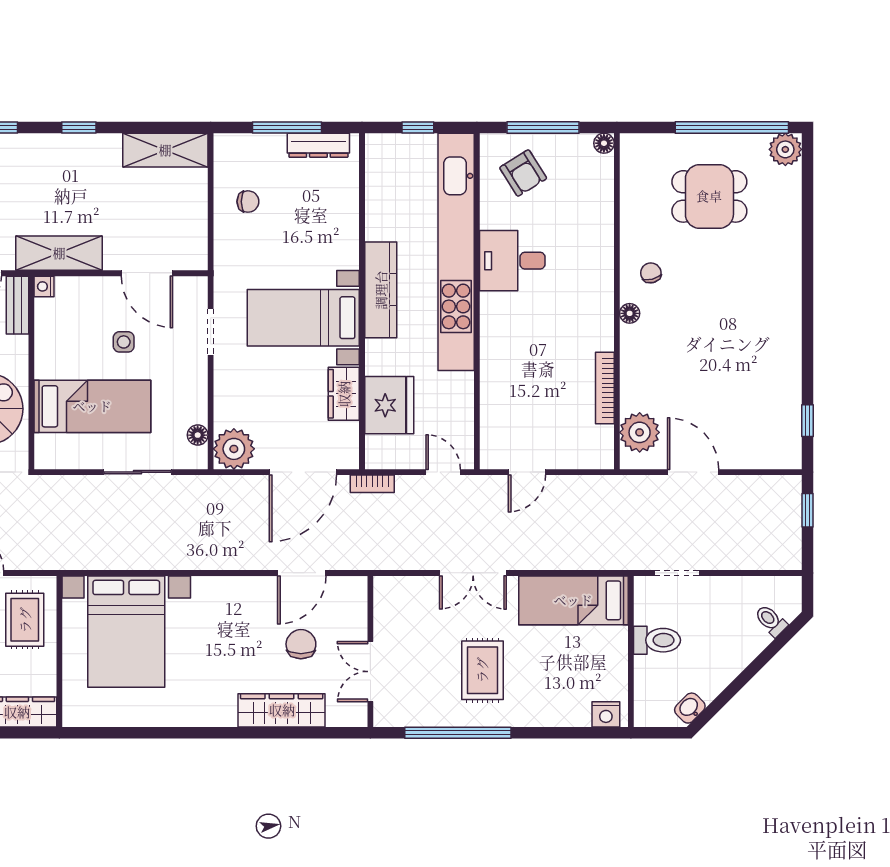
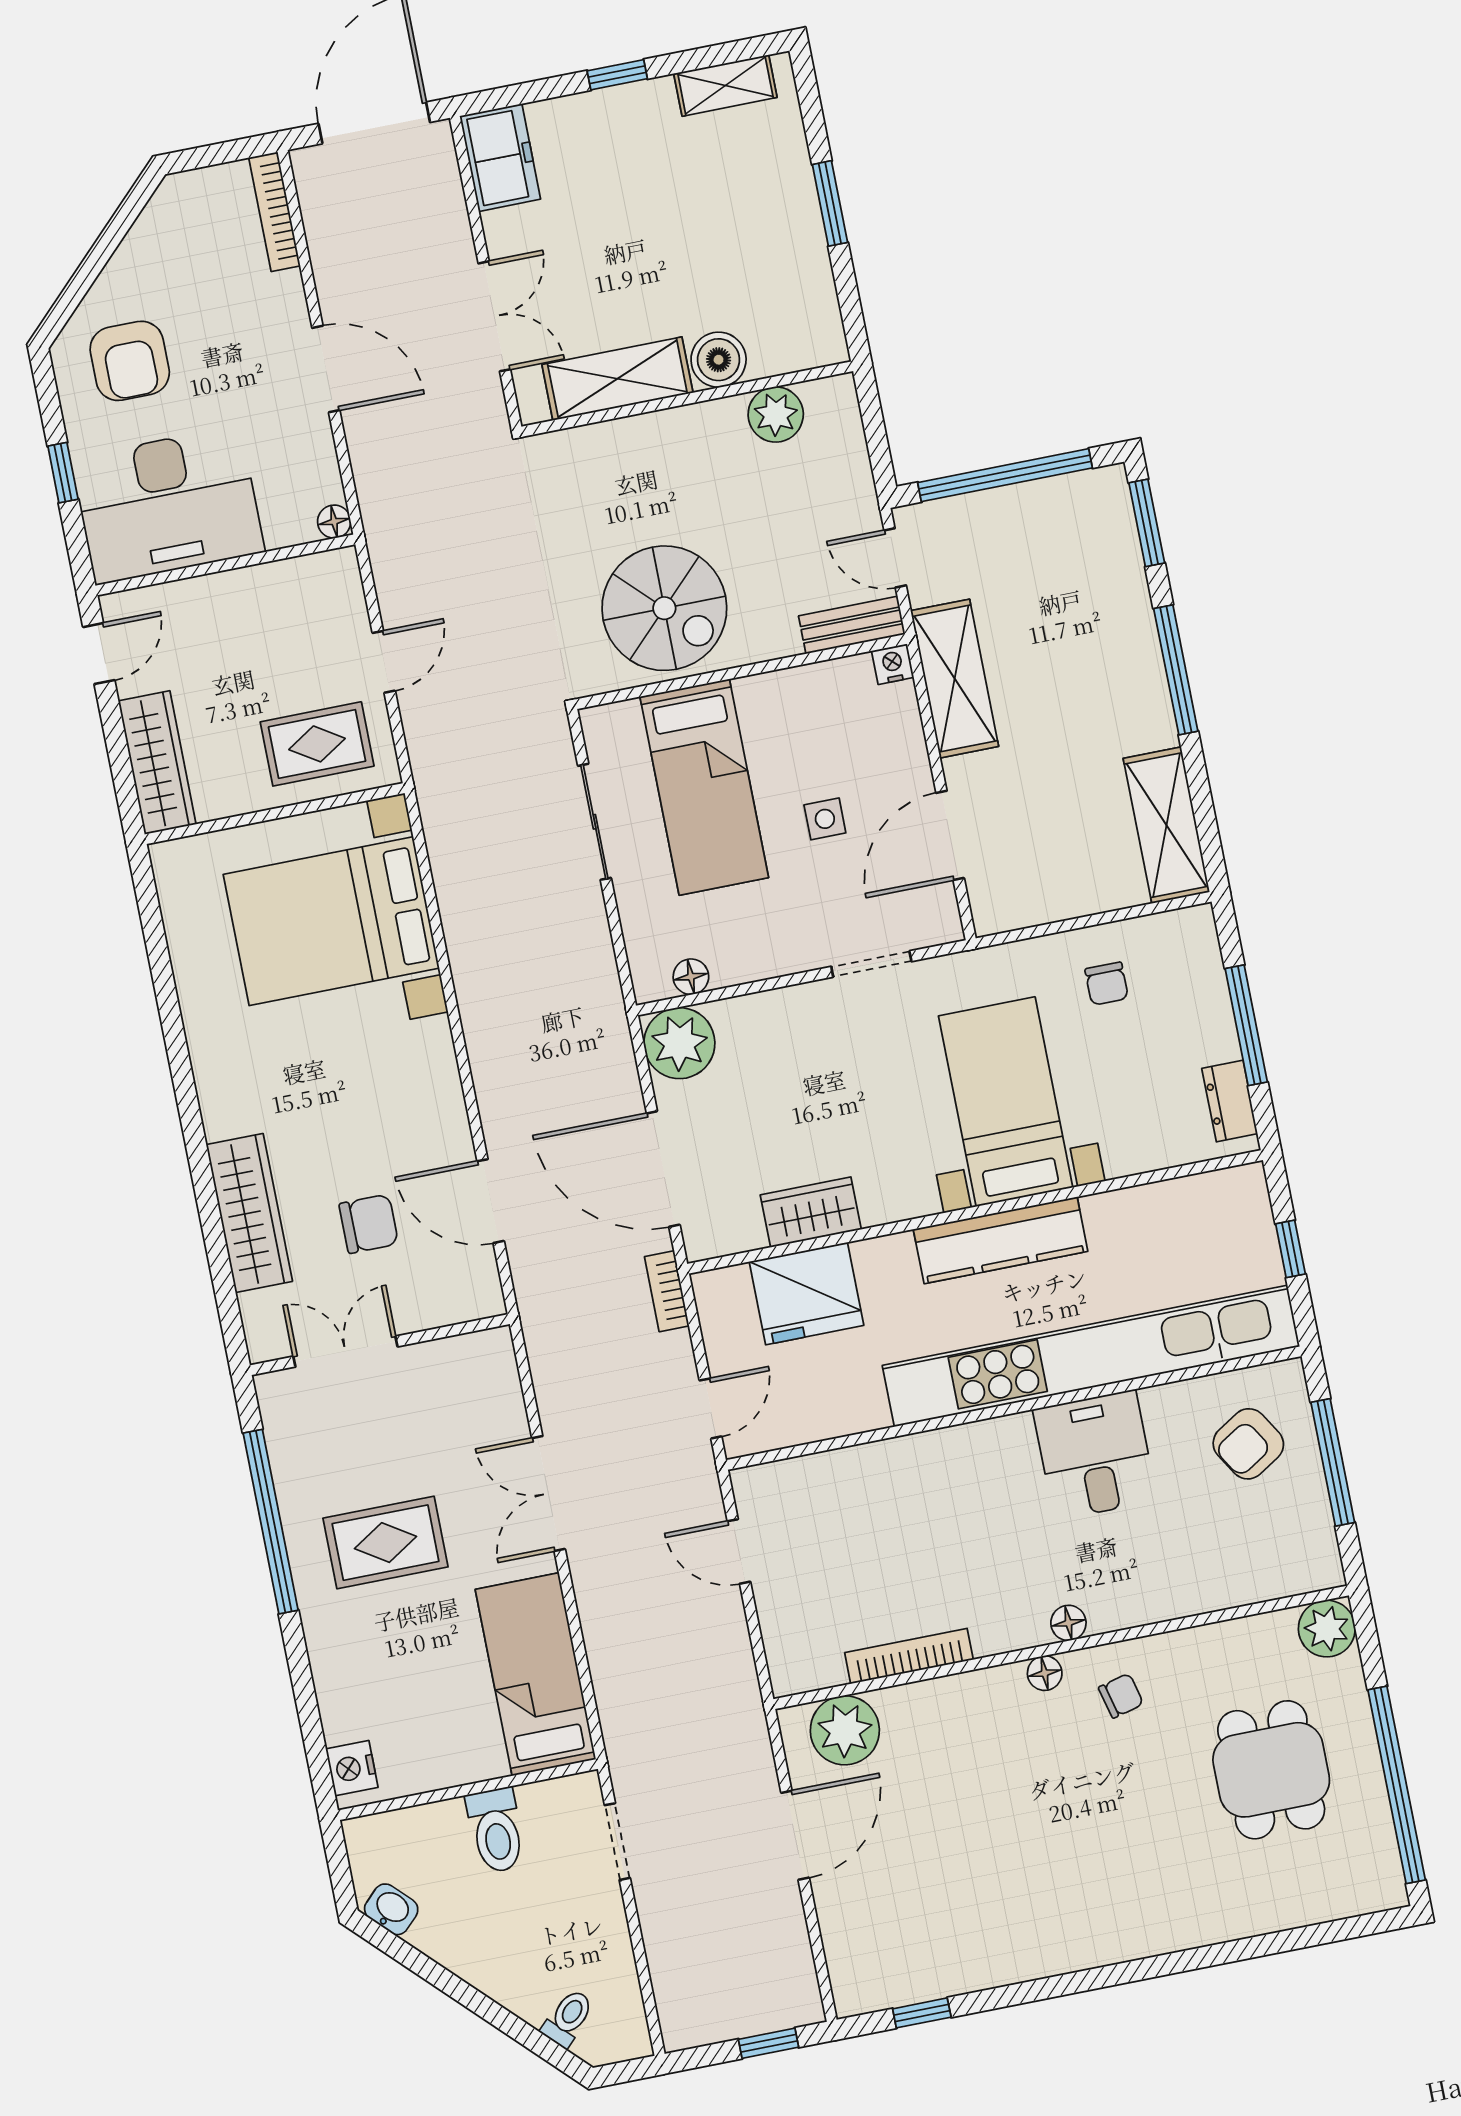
window: (79, 128) -> (1176, 670), width x2.17
floor lamp: (604, 143) -> (1068, 1623), moved
dresser: (318, 145) -> (1230, 1101), width x0.70
plant: (785, 149) -> (1327, 1629), moved
bed with nightstands: (303, 318) -> (1006, 1102), moved
sliding door: (138, 472) -> (594, 822), moved

